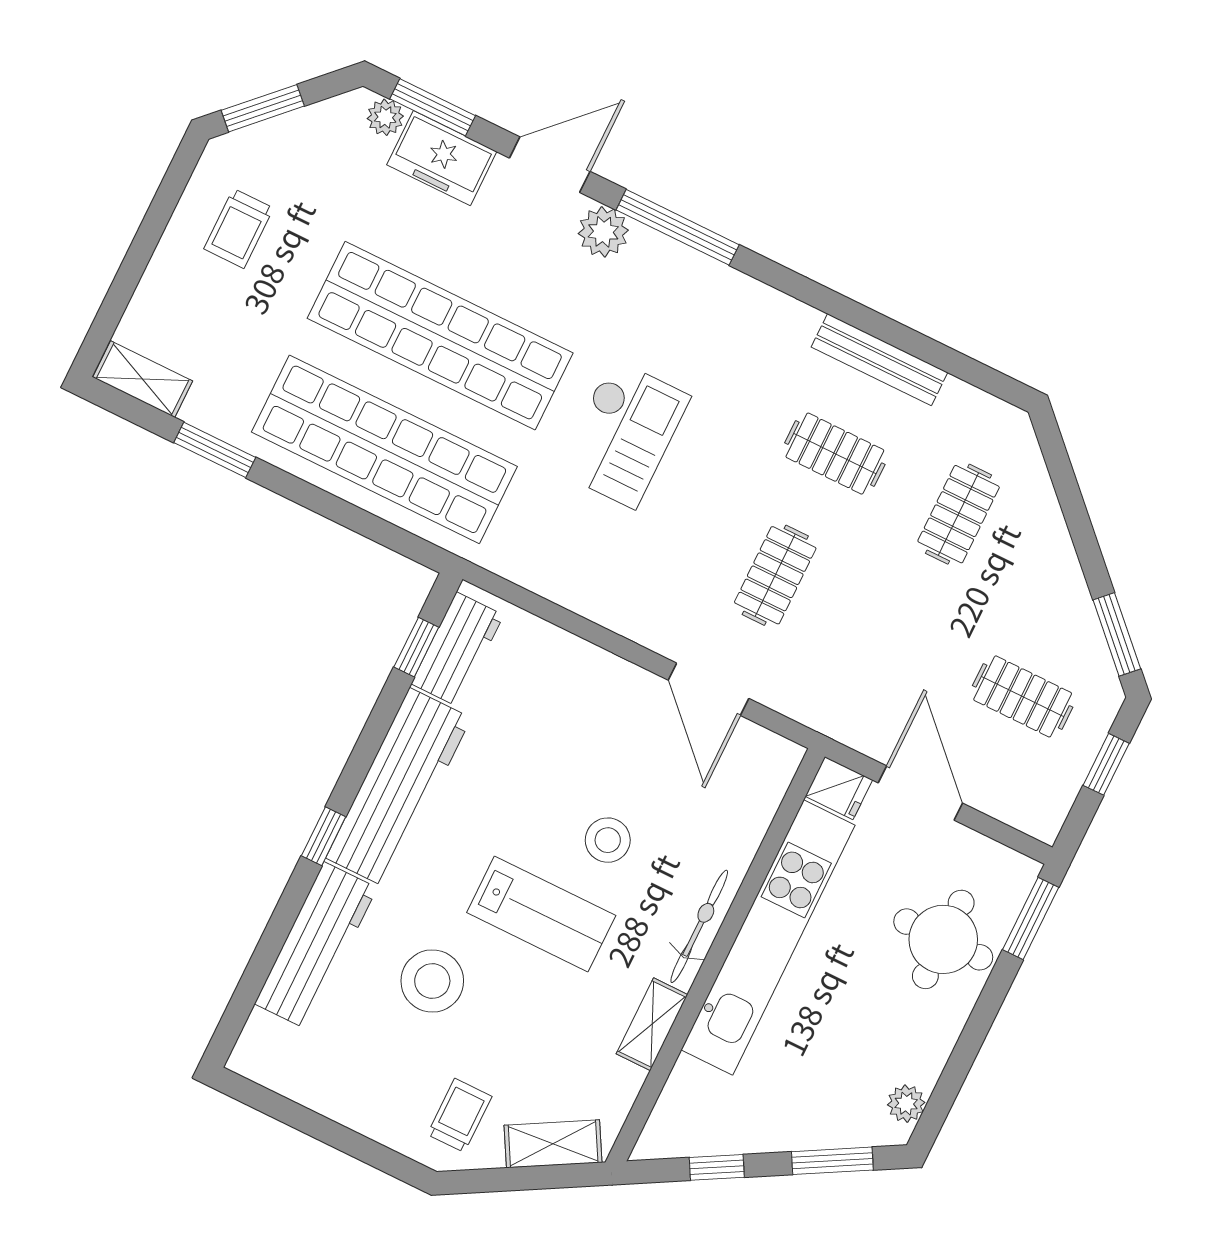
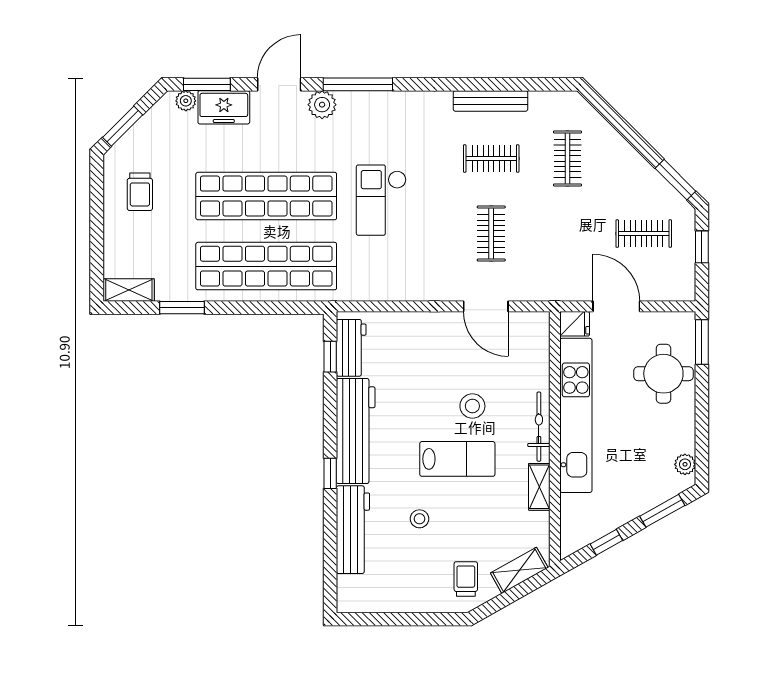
checkout: (623, 434) -> (381, 200), turned 180
stool: (432, 981) -> (420, 519), width x0.53, depth x0.53

